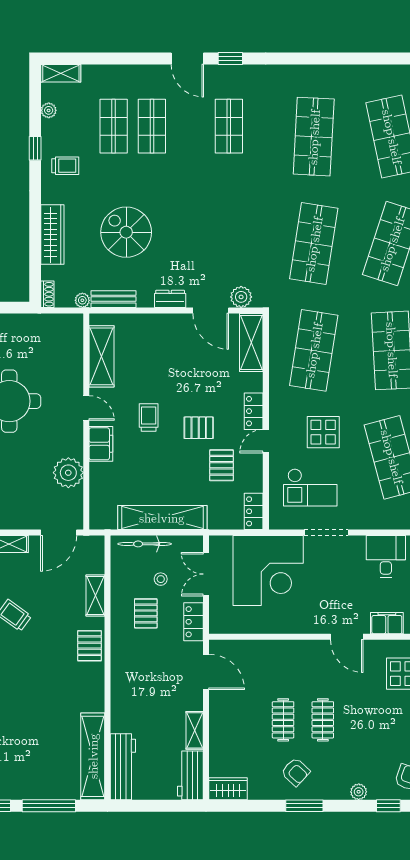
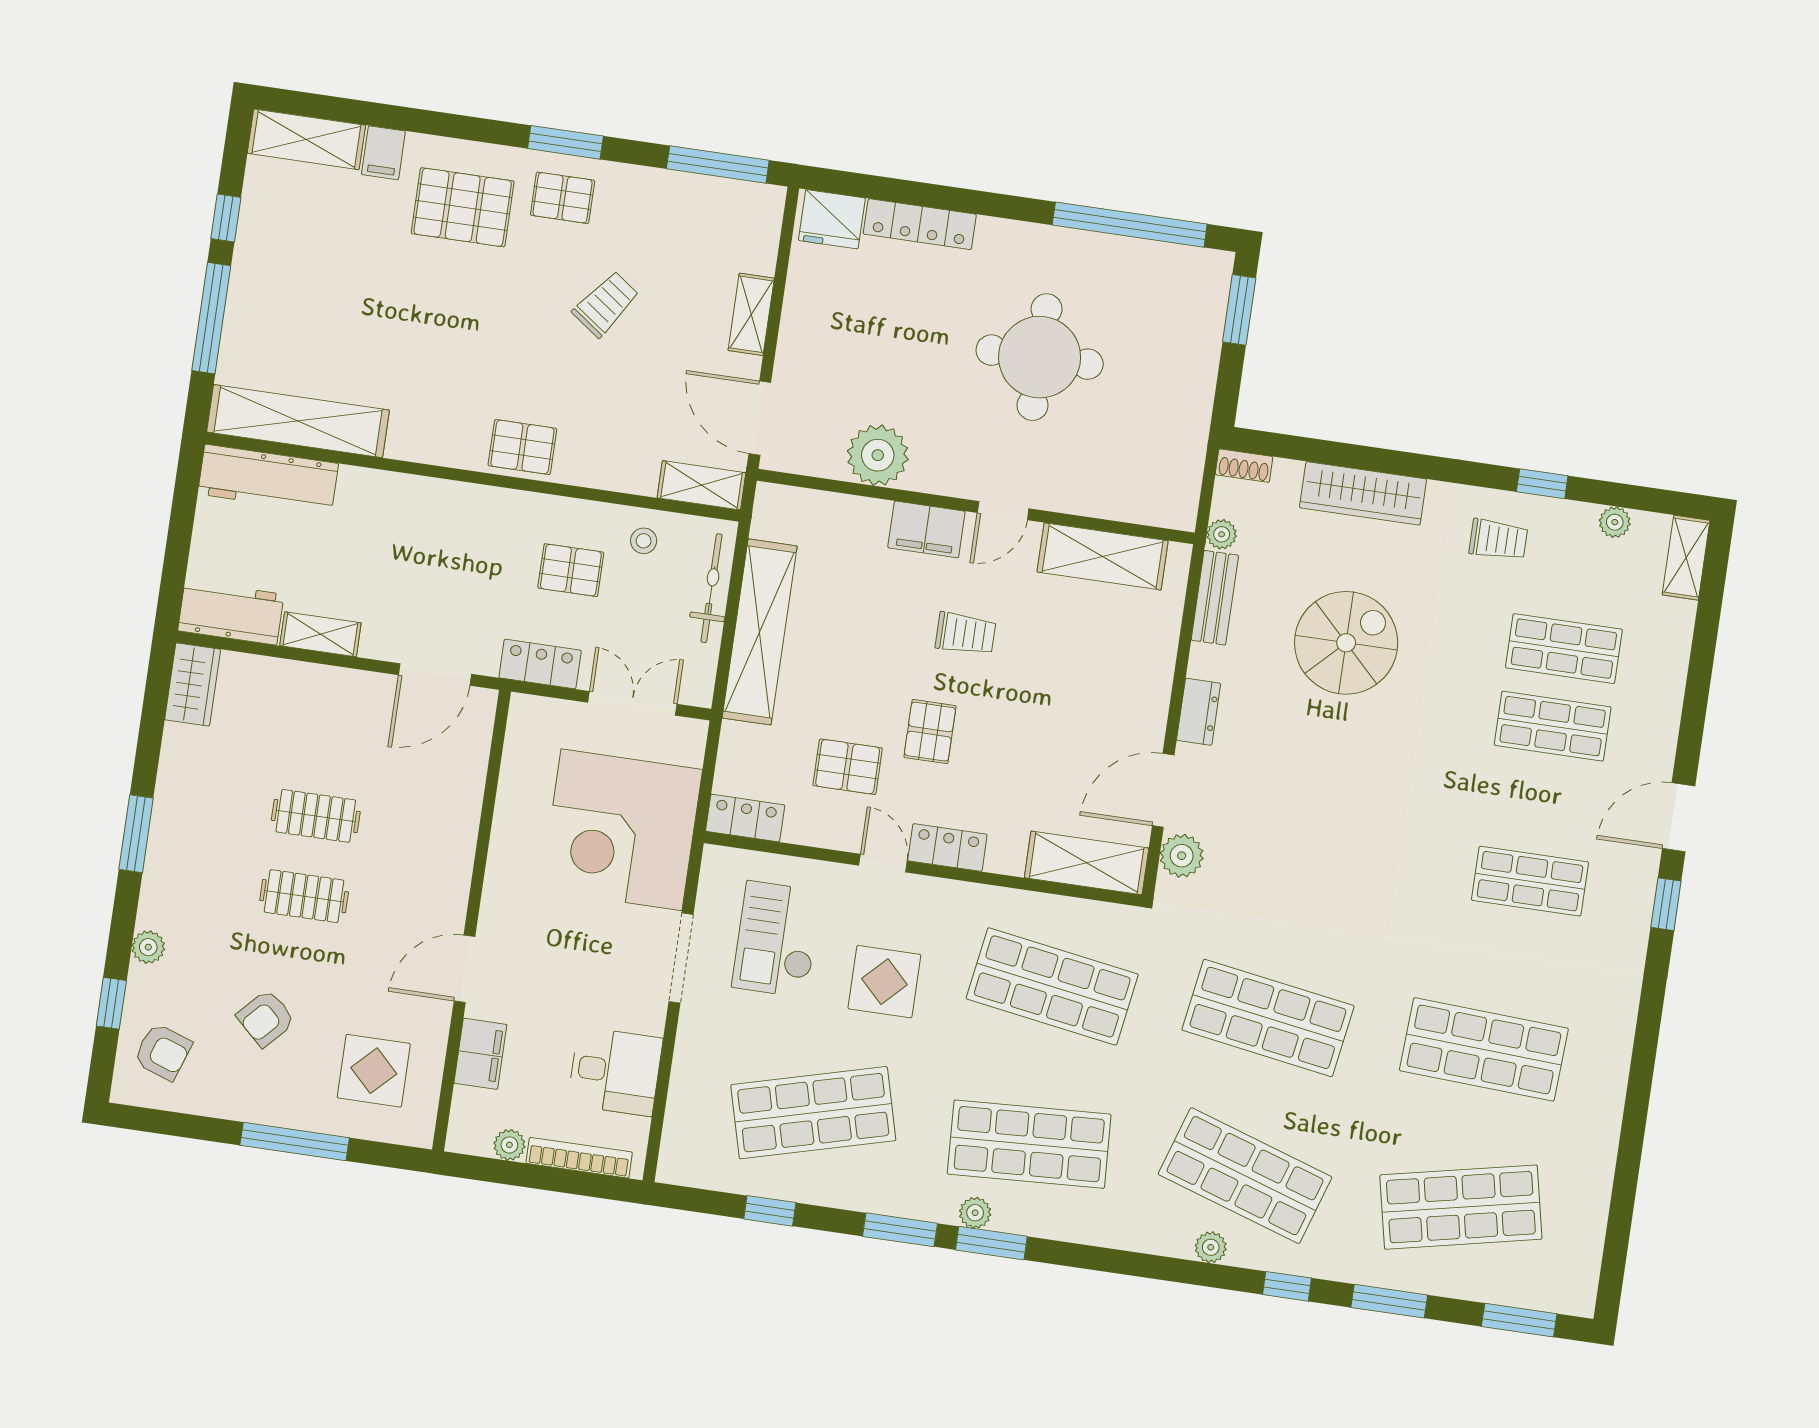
trolley: (65, 166) -> (1498, 540), turned -90
stool: (161, 579) -> (644, 541), moved
shelving: (95, 596) -> (702, 485), moved
armchair: (296, 772) -> (266, 1018), moved

